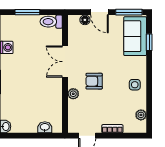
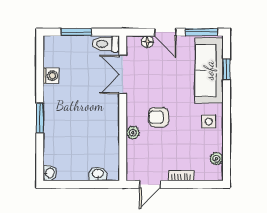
sofa: (135, 36) -> (209, 70), width x1.36
double door: (65, 62) -> (123, 74), moved

